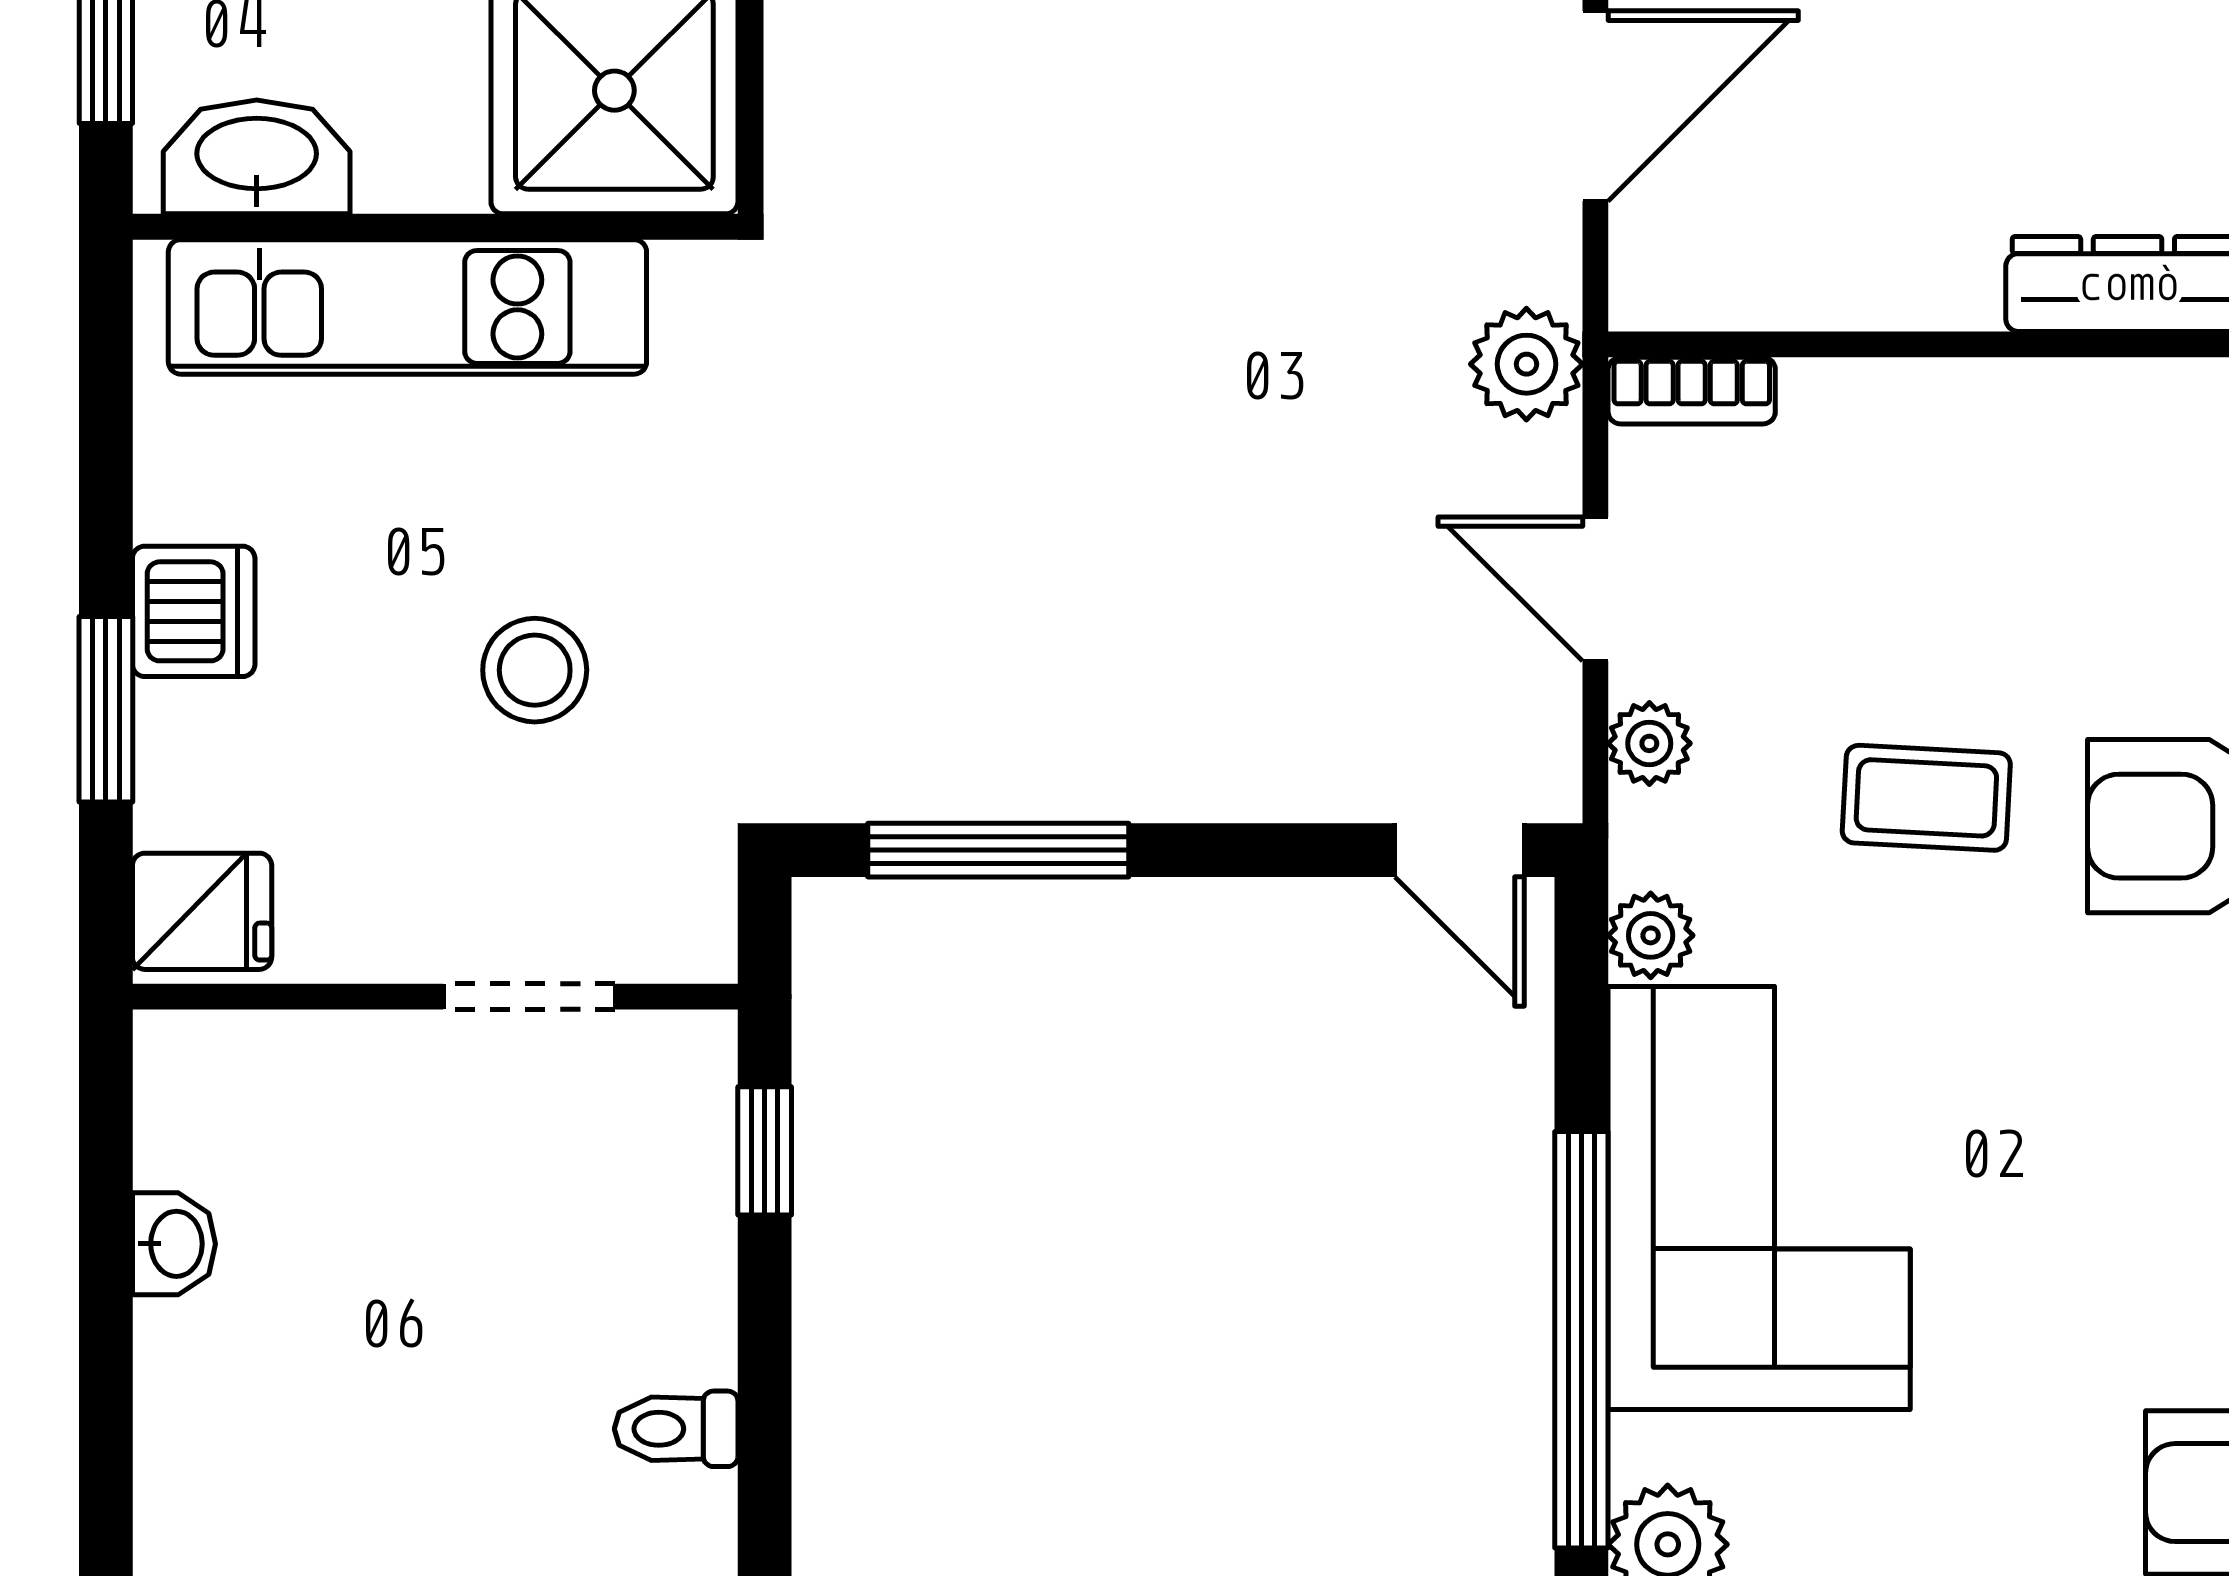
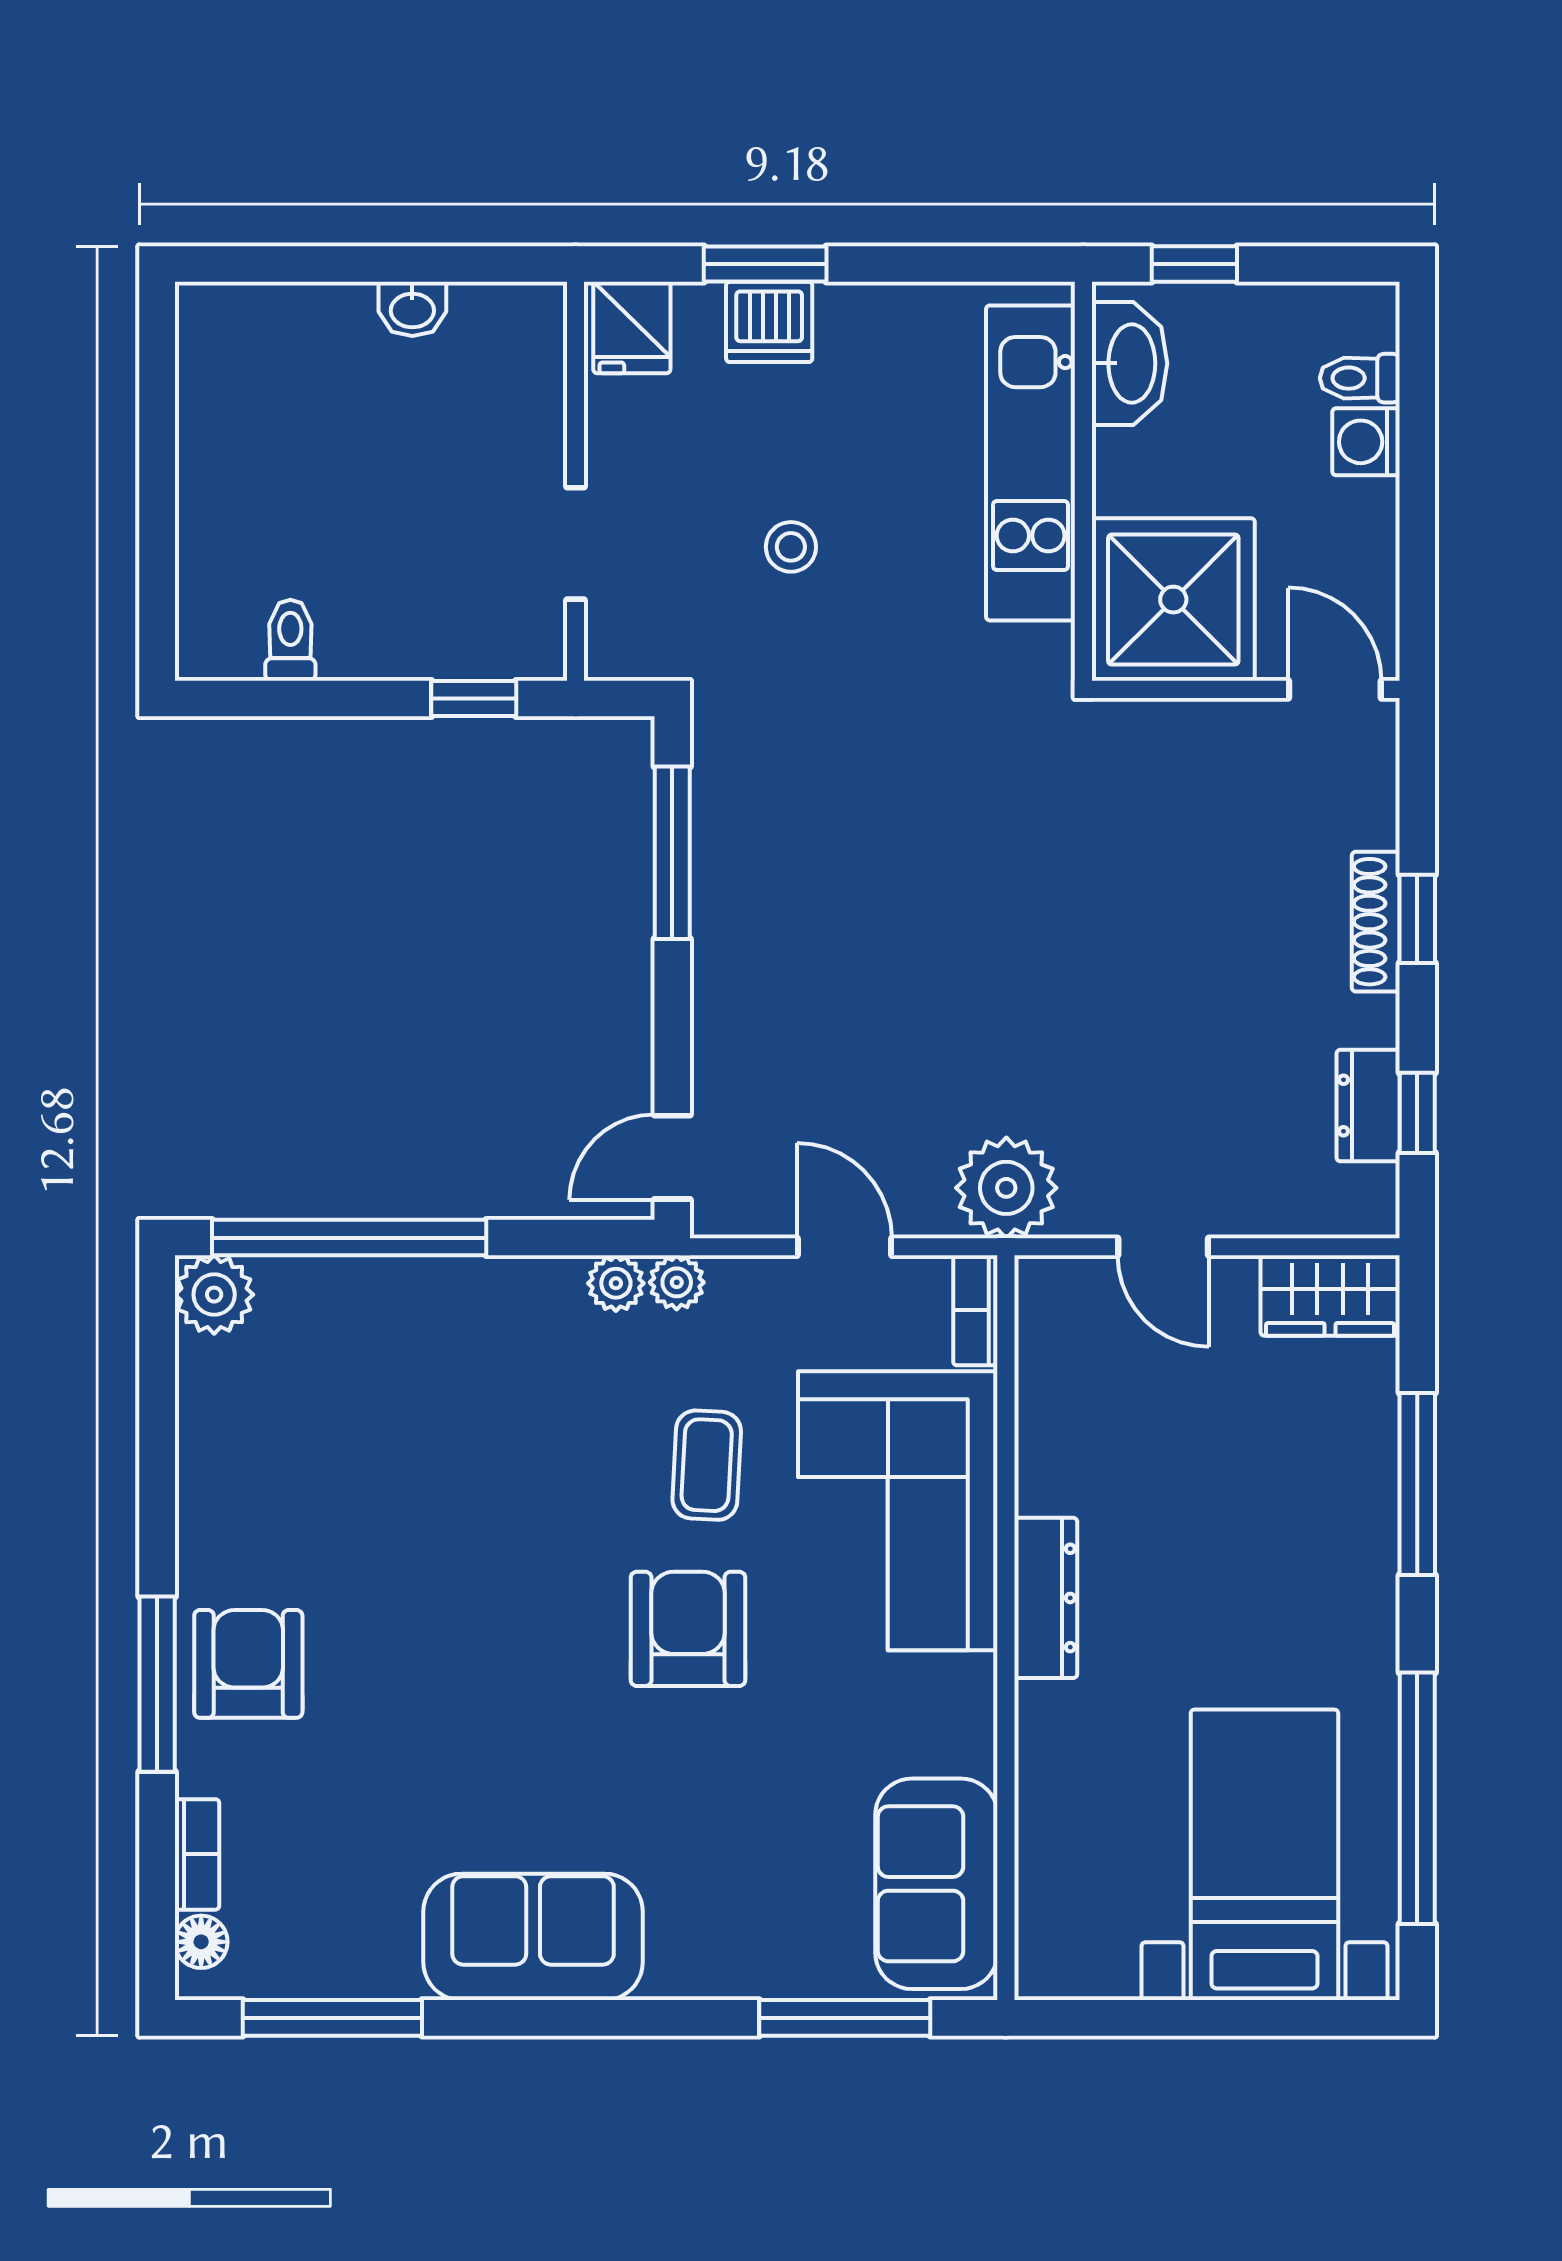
door: (1595, 106) -> (1163, 1247), width x0.73
plant: (1526, 364) -> (1006, 1188), width x1.36, depth x1.36
door: (1595, 589) -> (844, 1247), hinge flipped
dishwasher: (194, 611) -> (769, 322), moved
stool: (535, 670) -> (791, 547), width x0.73, depth x0.73
plant: (1649, 743) -> (677, 1282), moved
corner sofa: (1759, 1198) -> (898, 1511), moved, turned 90

